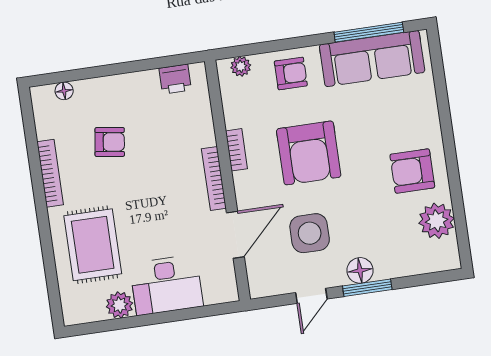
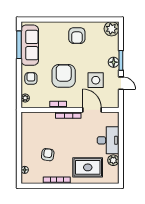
printer: (175, 79) -> (26, 125), removed
armchair: (309, 153) -> (64, 76), turned -90
plant: (437, 221) -> (111, 29), moved

